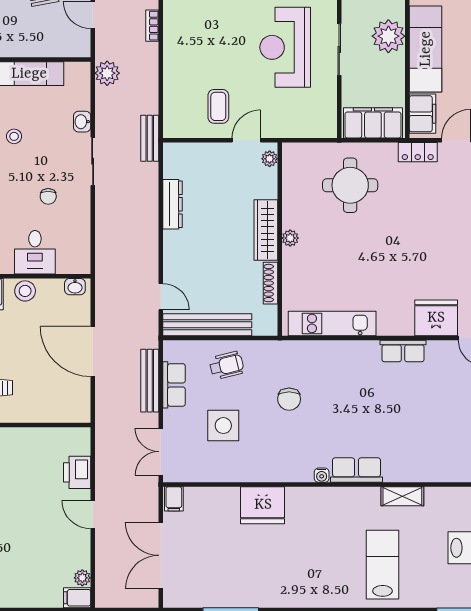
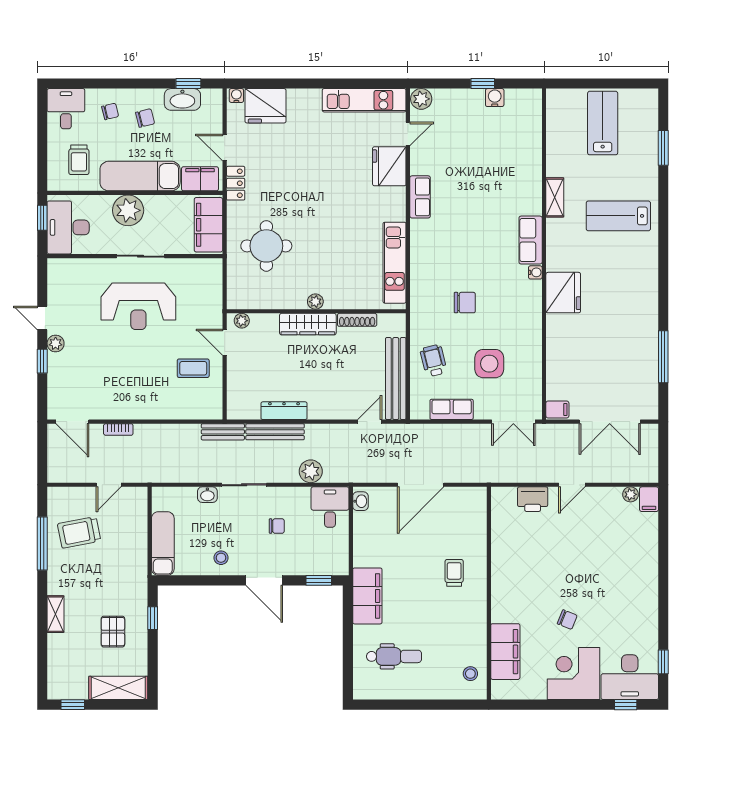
plant: (107, 73) -> (311, 471), moved
desk: (35, 252) -> (330, 507), moved, turned -90
stool: (25, 291) -> (364, 547), removed
bench: (150, 381) -> (275, 432), moved
fridge: (263, 505) -> (563, 293), moved

